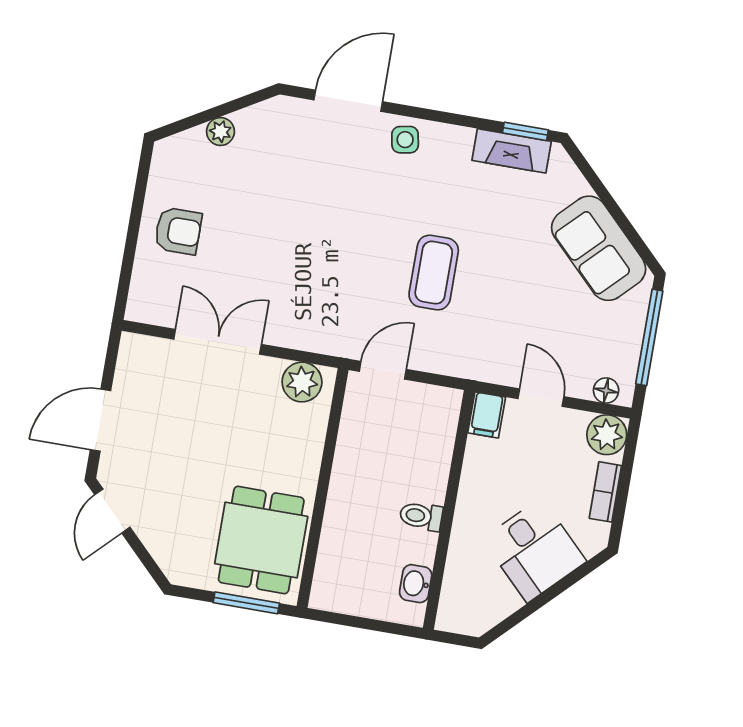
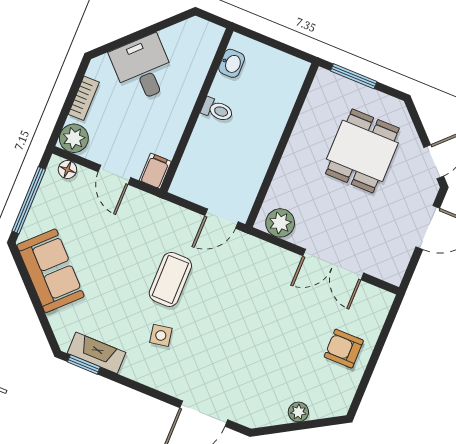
side table: (405, 140) -> (161, 335), moved
dining table: (261, 540) -> (362, 151), moved

